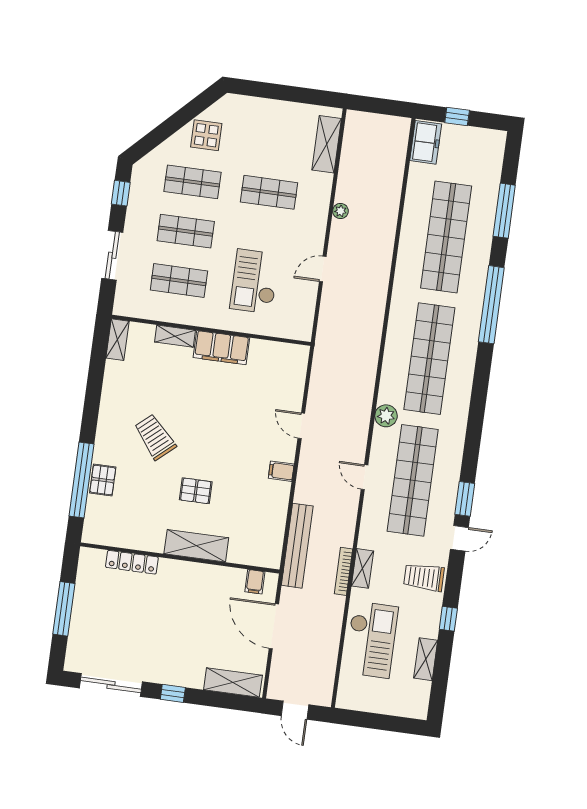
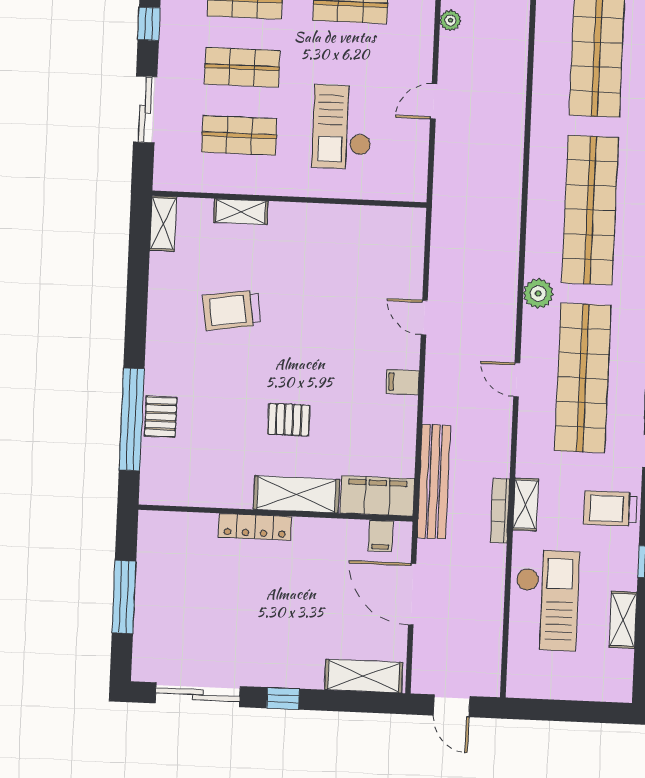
filing cabinet: (221, 348) -> (377, 496), moved, turned 180
trolley: (155, 437) -> (232, 310), moved, turned -57
locker: (132, 562) -> (255, 527), moved

